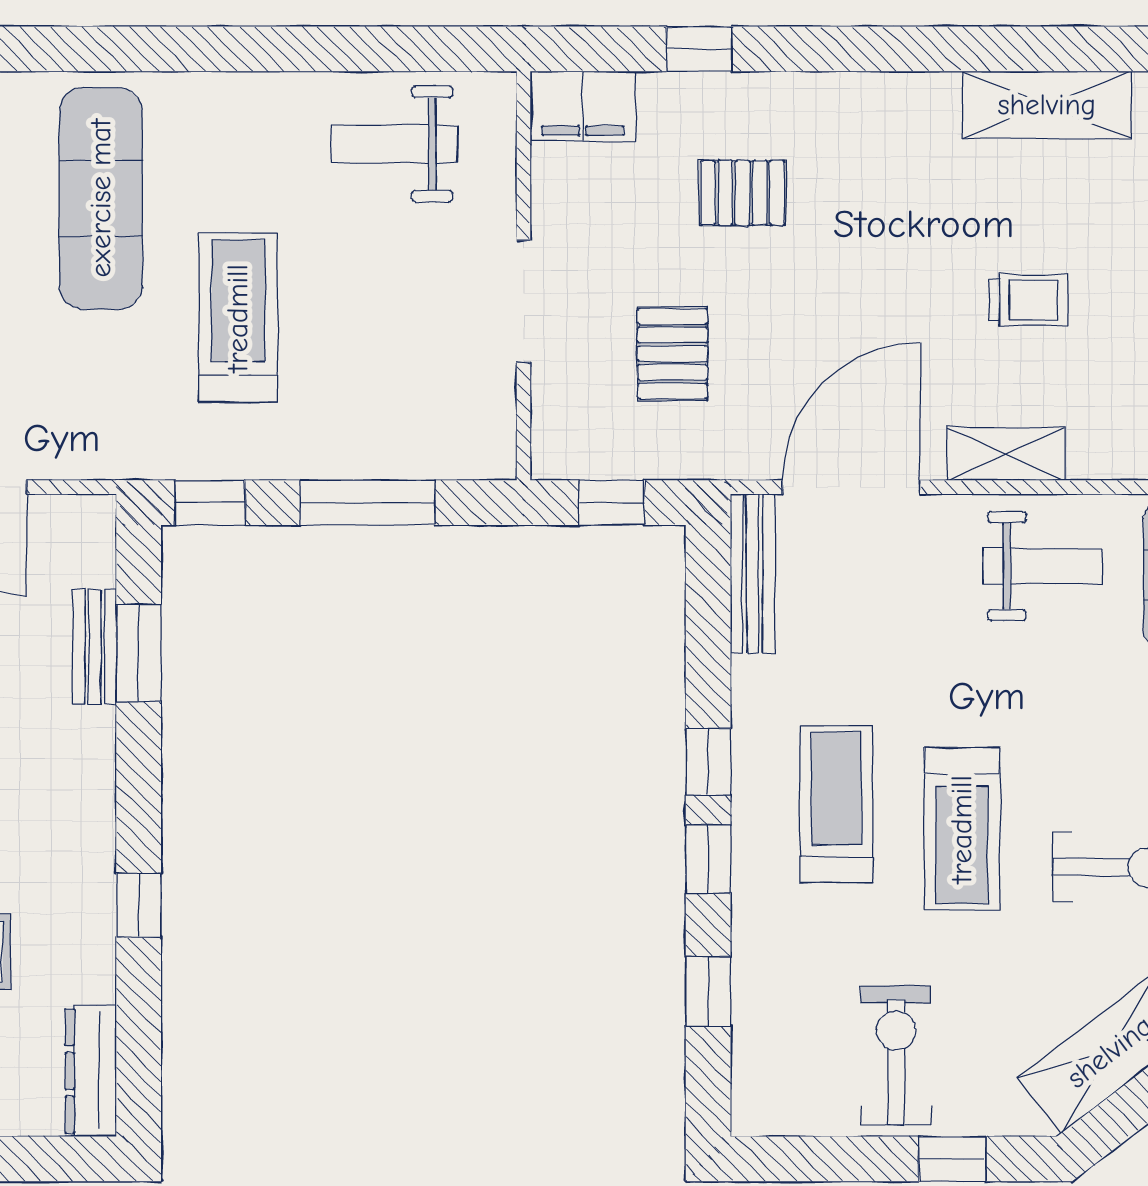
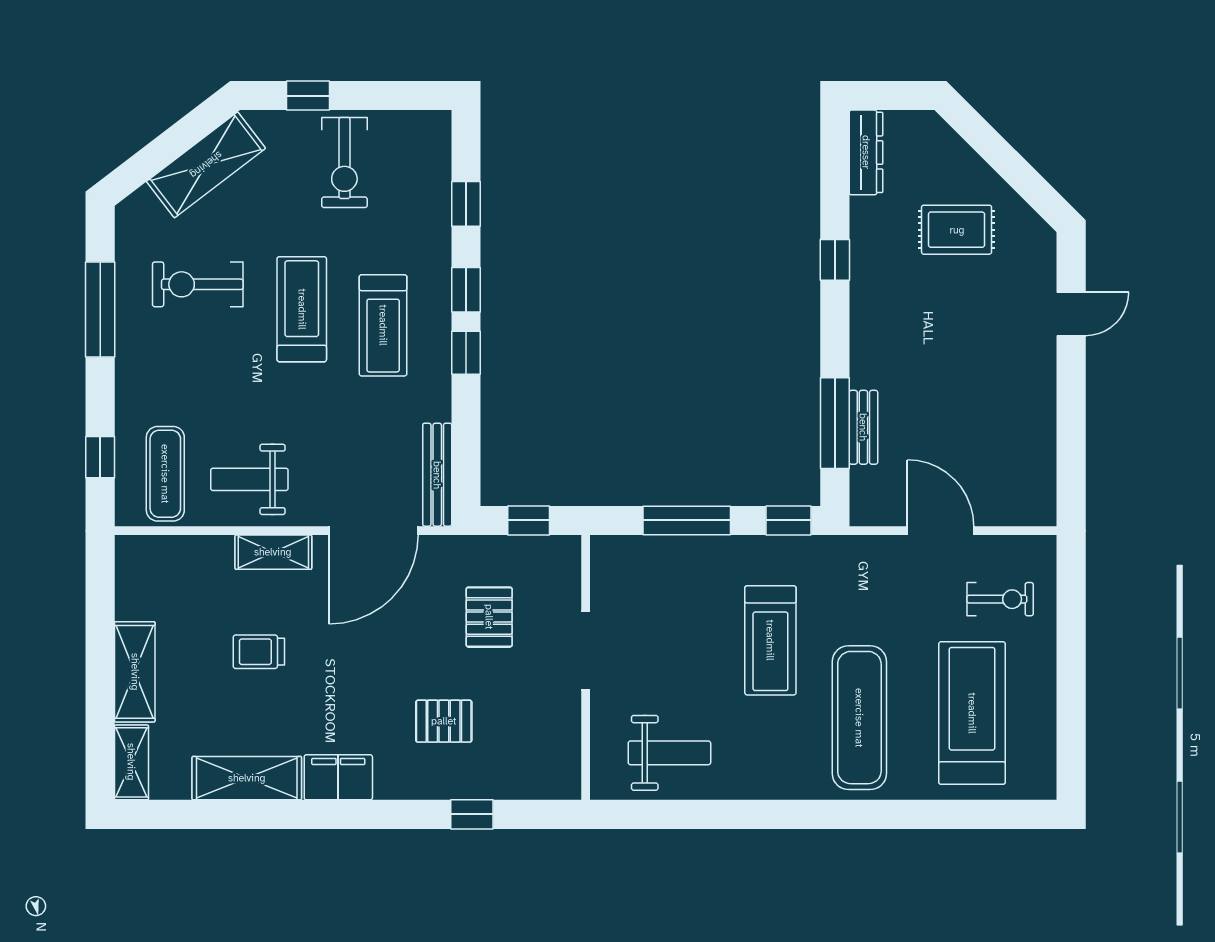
filing cabinet: (583, 106) -> (338, 777), moved
window: (139, 653) -> (835, 423), width x1.44

